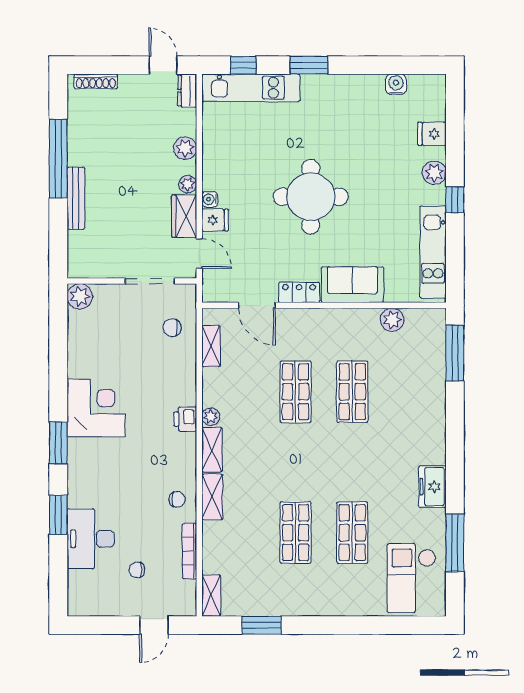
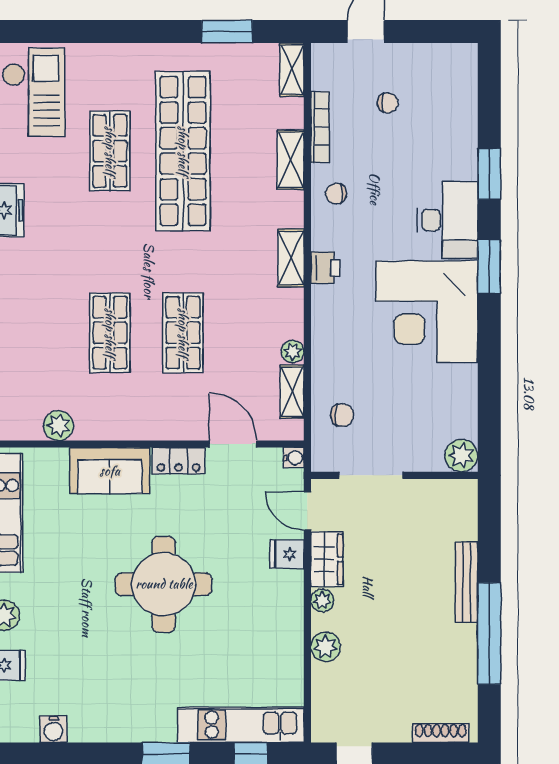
dresser: (187, 91) -> (323, 721), removed
water cooler: (210, 199) -> (294, 458), moved
corner desk: (96, 408) -> (427, 312), width x1.36, depth x1.36
plant: (211, 417) -> (293, 351), moved
printer: (185, 419) -> (325, 268), moved
shelving: (212, 497) -> (291, 160), moved
shop shelf: (296, 533) -> (183, 151), width x2.00, depth x1.36
desk: (91, 539) -> (447, 220), moved

